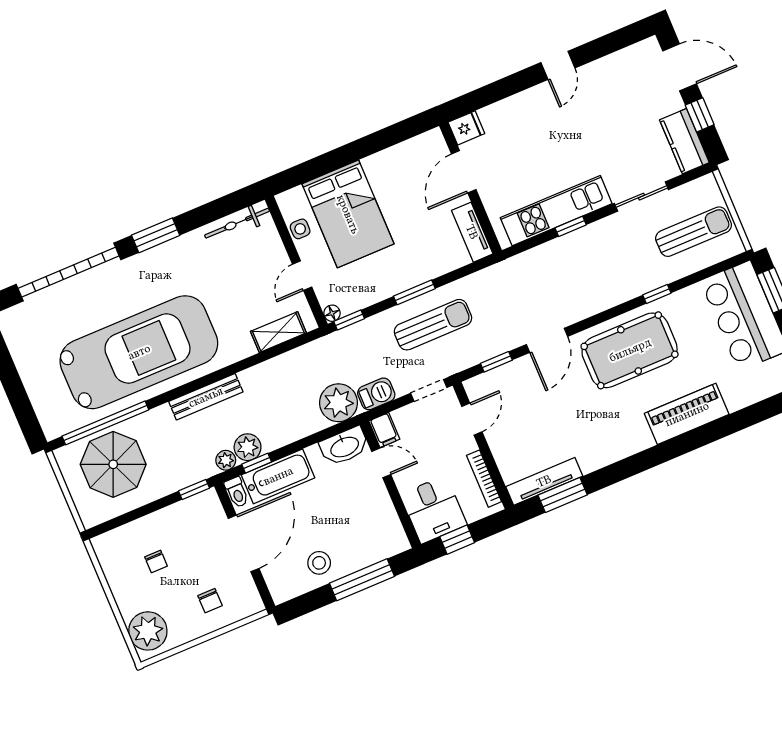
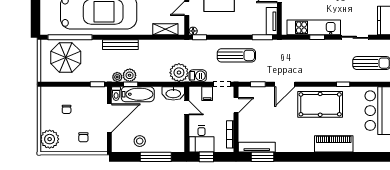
window: (414, 292) -> (262, 37), moved
filing cabinet: (384, 430) -> (207, 94), moved

